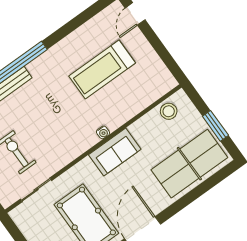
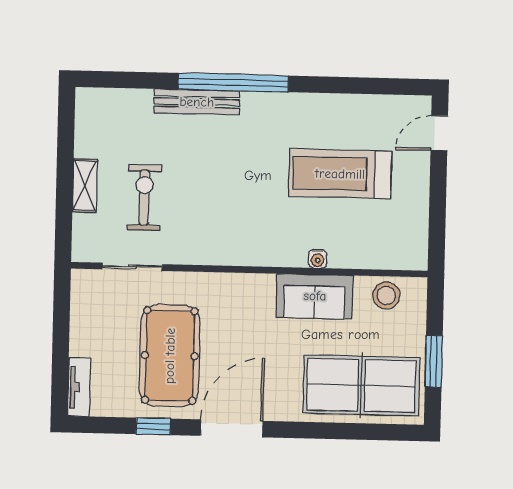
water cooler: (103, 132) -> (318, 259), moved
sofa: (115, 152) -> (315, 296), moved

